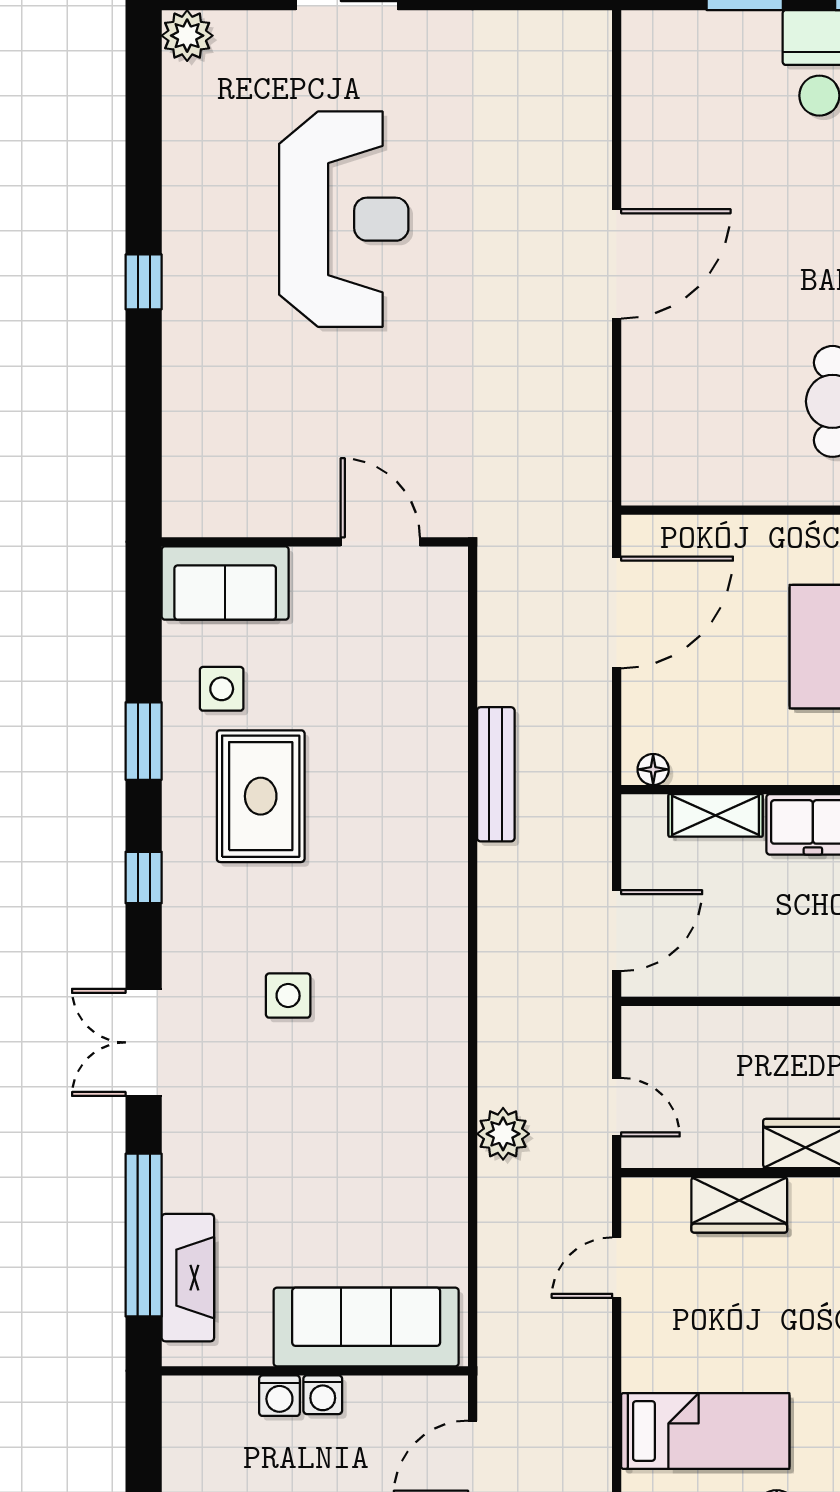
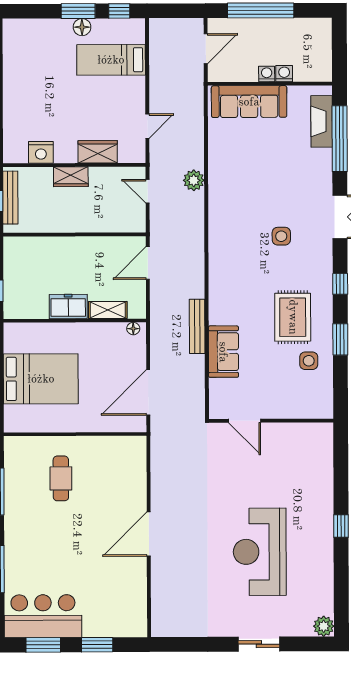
sofa: (225, 583) -> (223, 352), moved, turned 90

